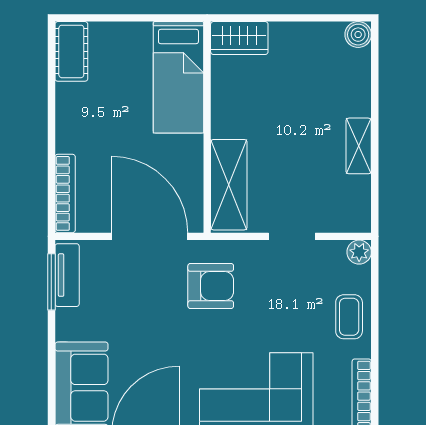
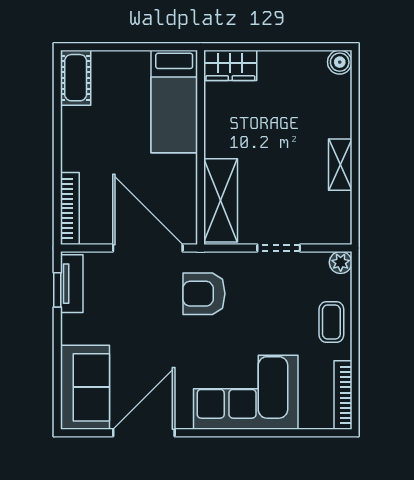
window: (51, 282) -> (57, 290), width x0.67
armchair: (211, 286) -> (204, 294), turned 180

